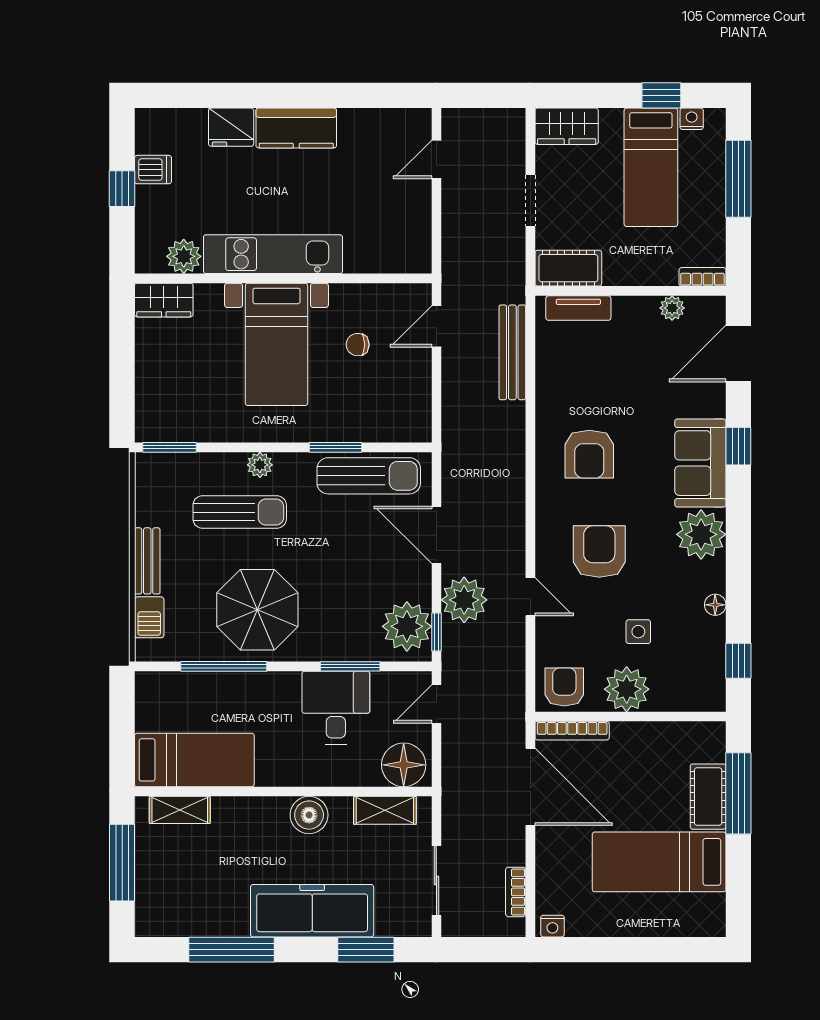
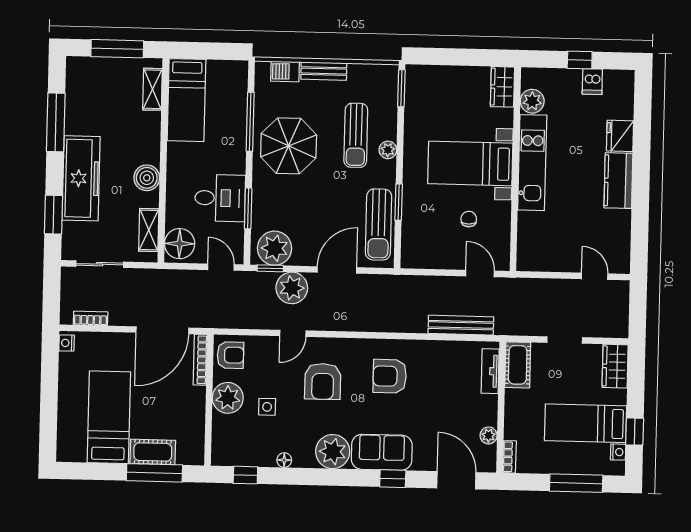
armchair: (599, 552) -> (323, 381), turned 90

